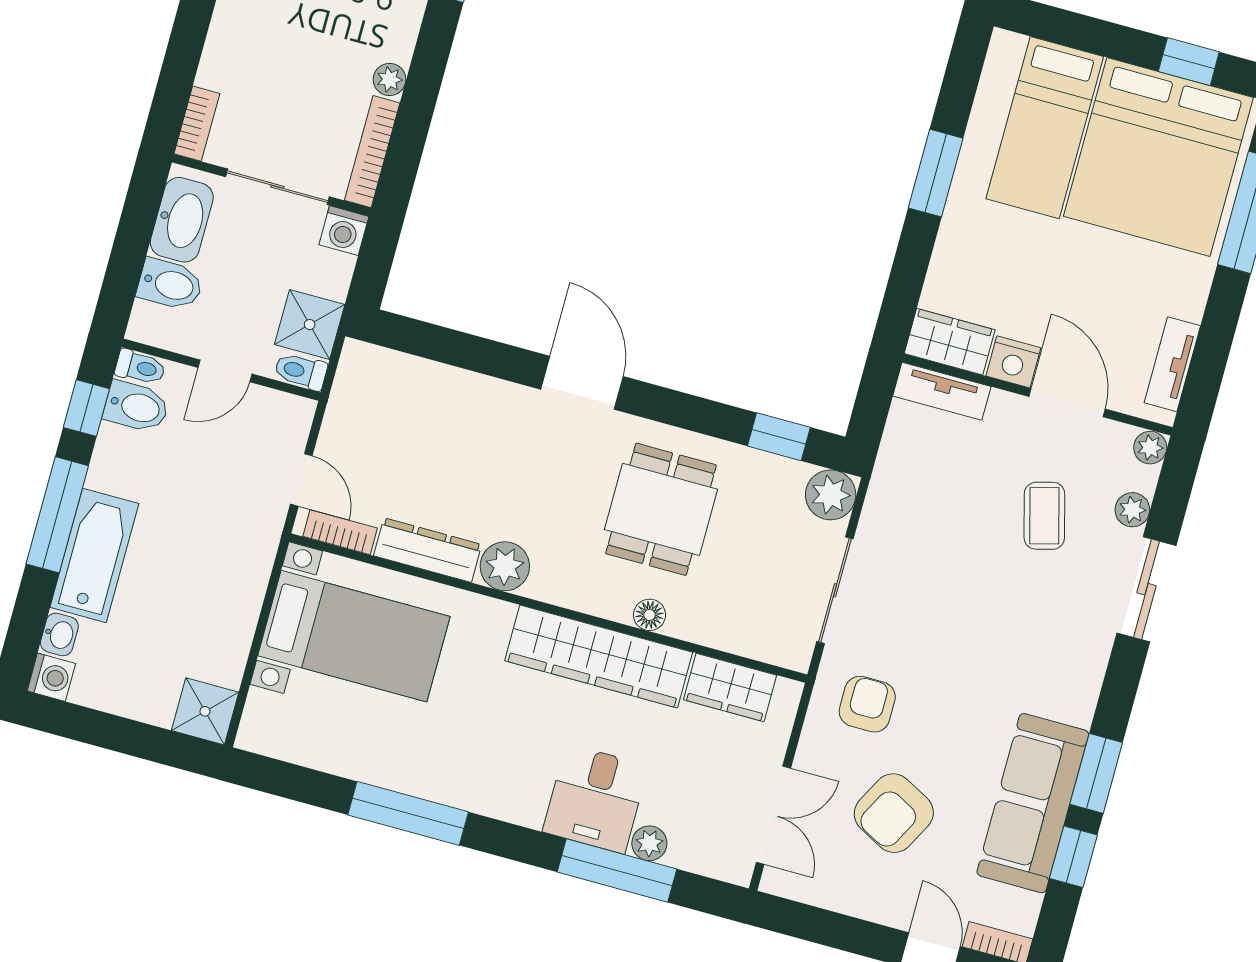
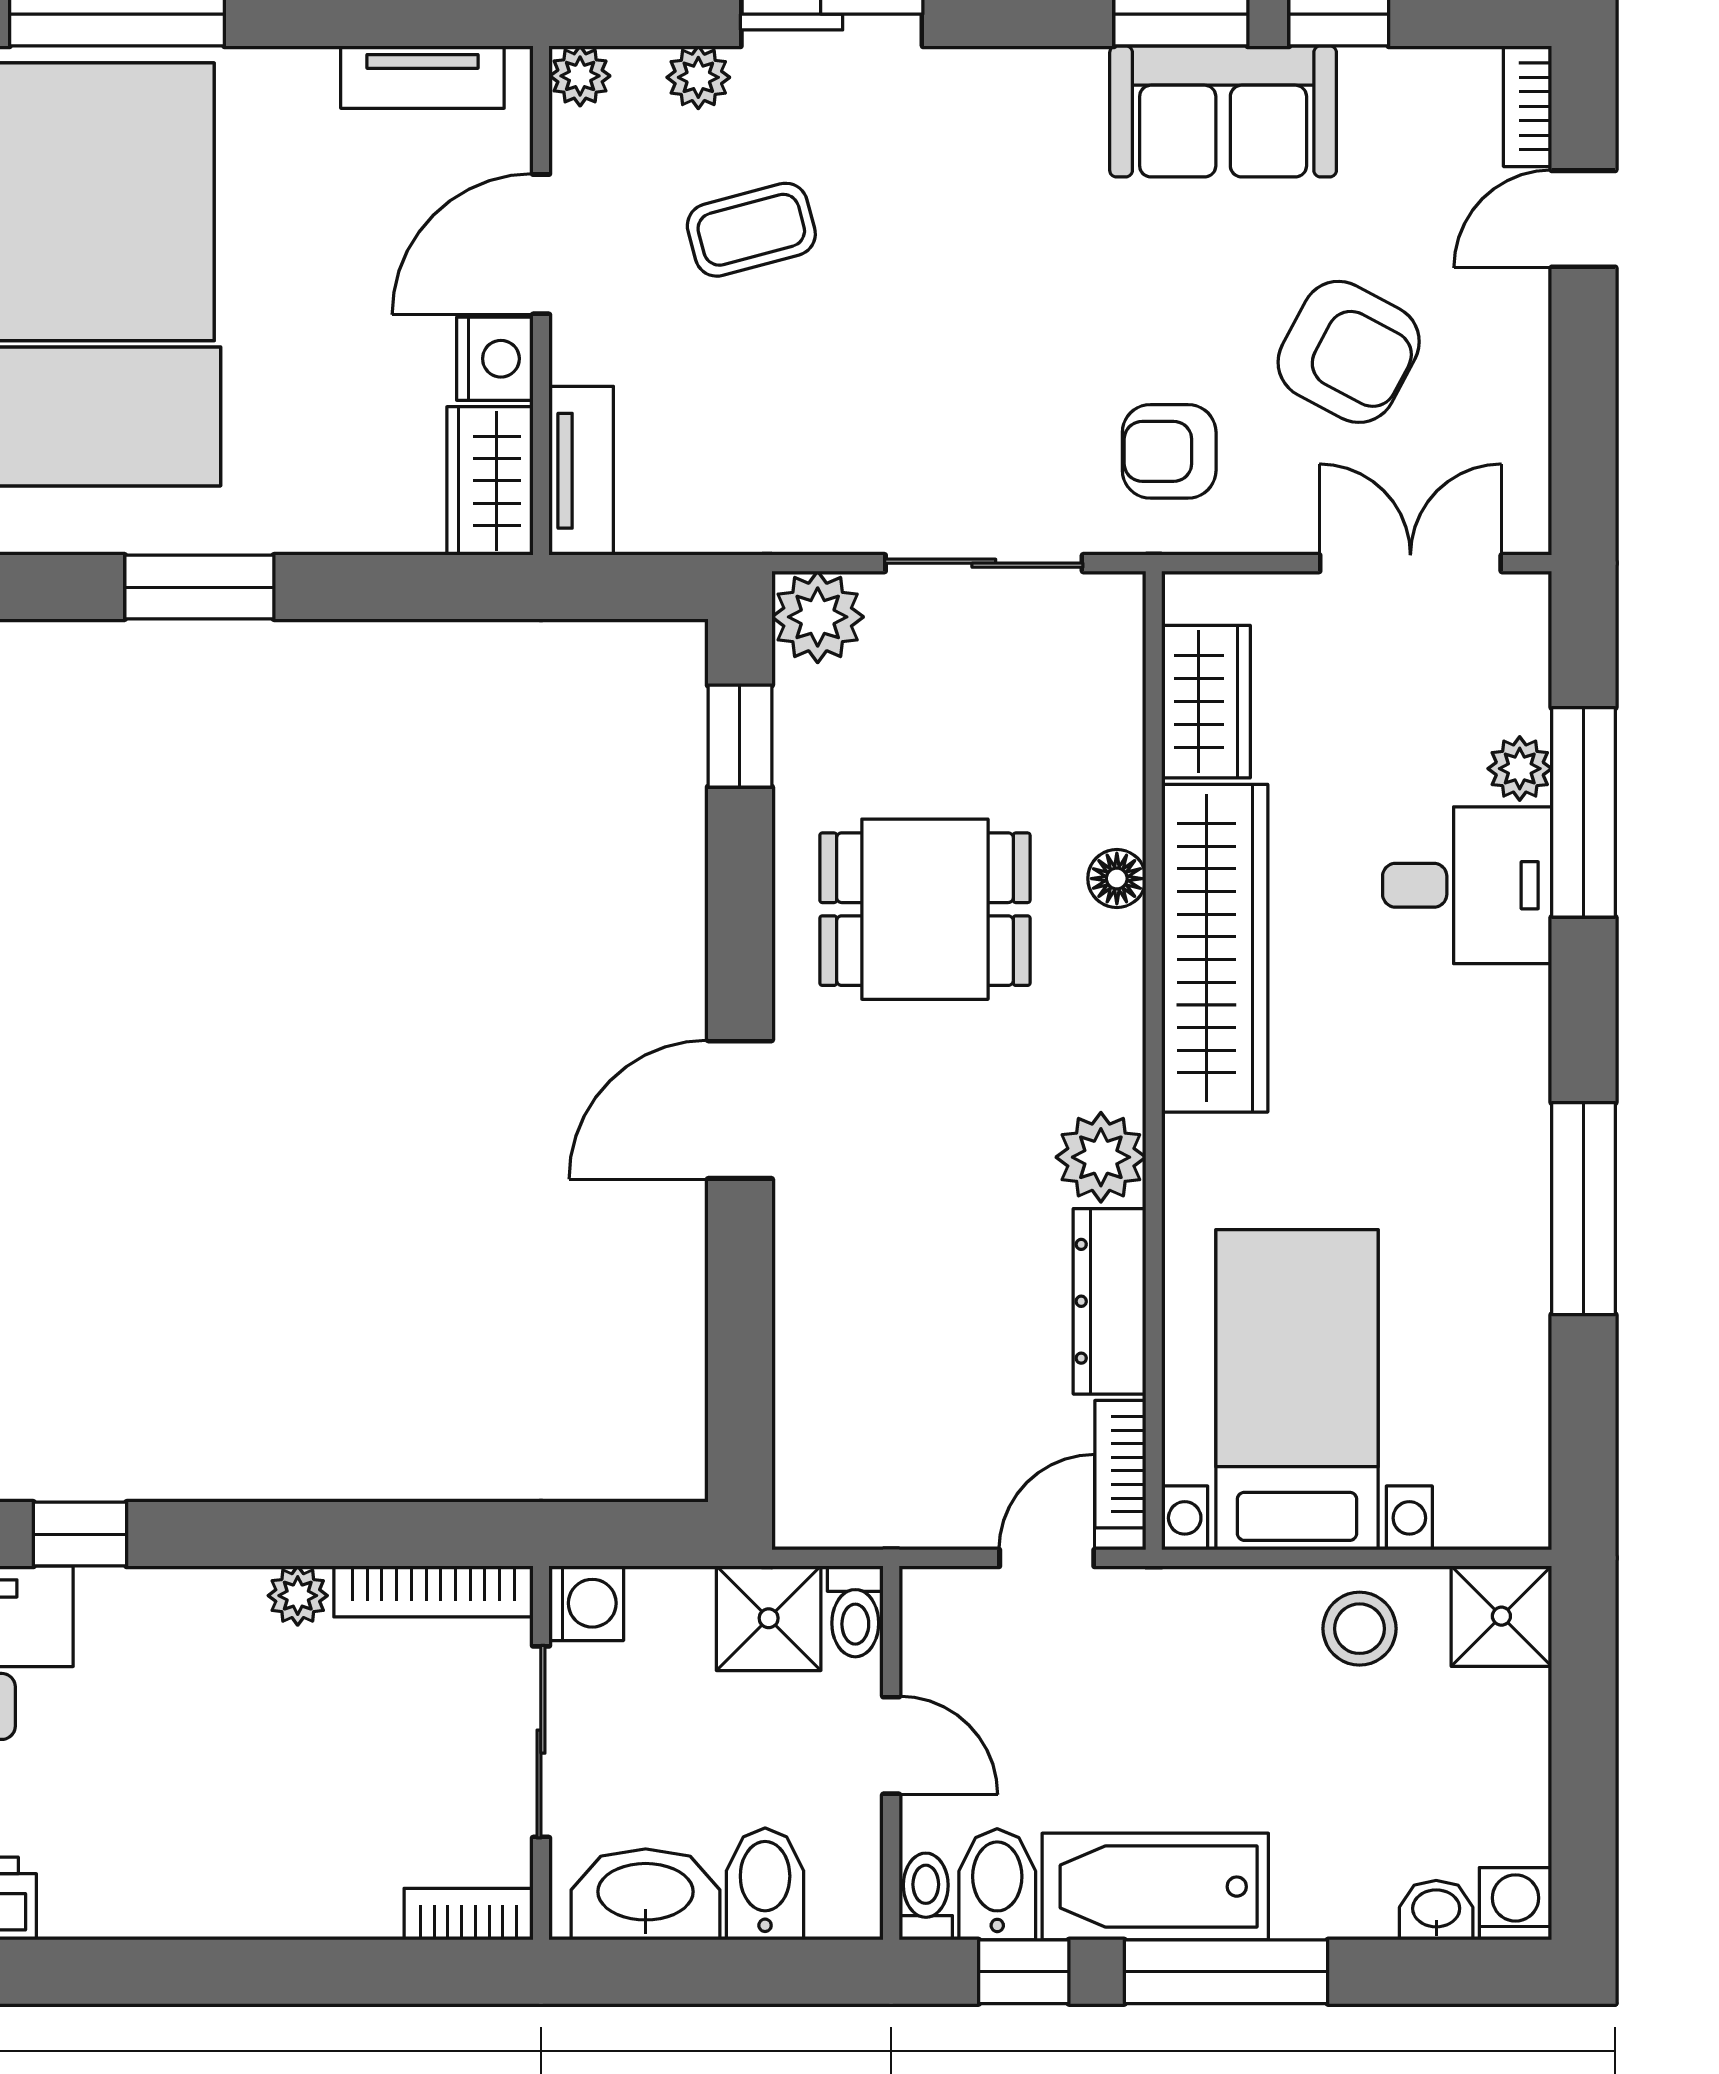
bathtub: (94, 555) -> (1155, 1887), moved
stool: (219, 635) -> (1359, 1629), added
sofa: (1033, 803) -> (1223, 111), width x0.73

